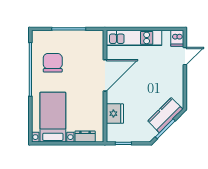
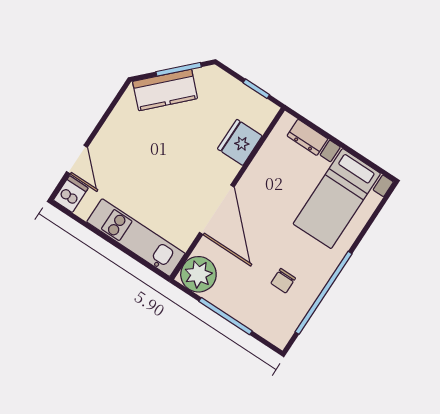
plant: (94, 40) -> (198, 274), added
door: (185, 56) -> (77, 160), swing flipped
chair: (53, 63) -> (283, 281), width x0.54, depth x0.54
door: (105, 75) -> (217, 210), swing flipped

